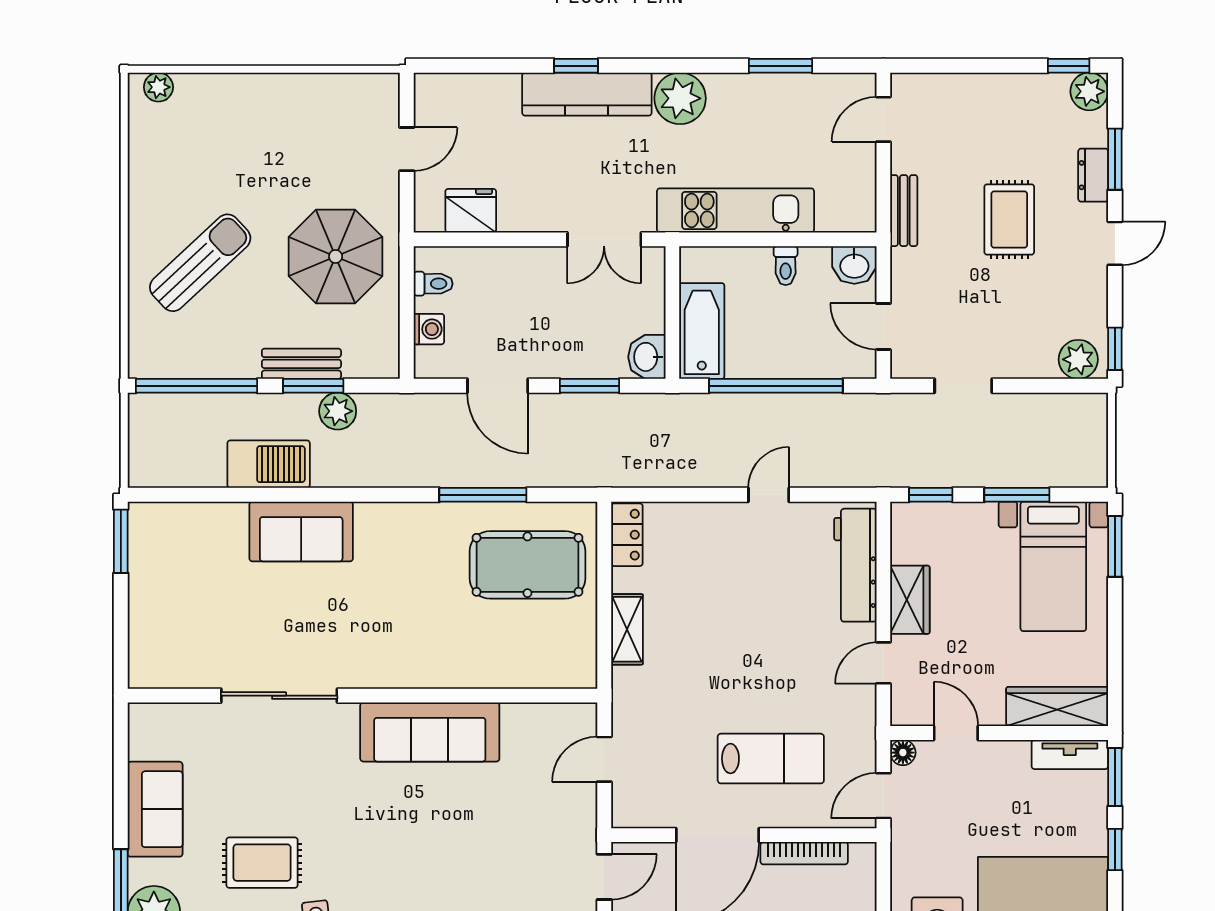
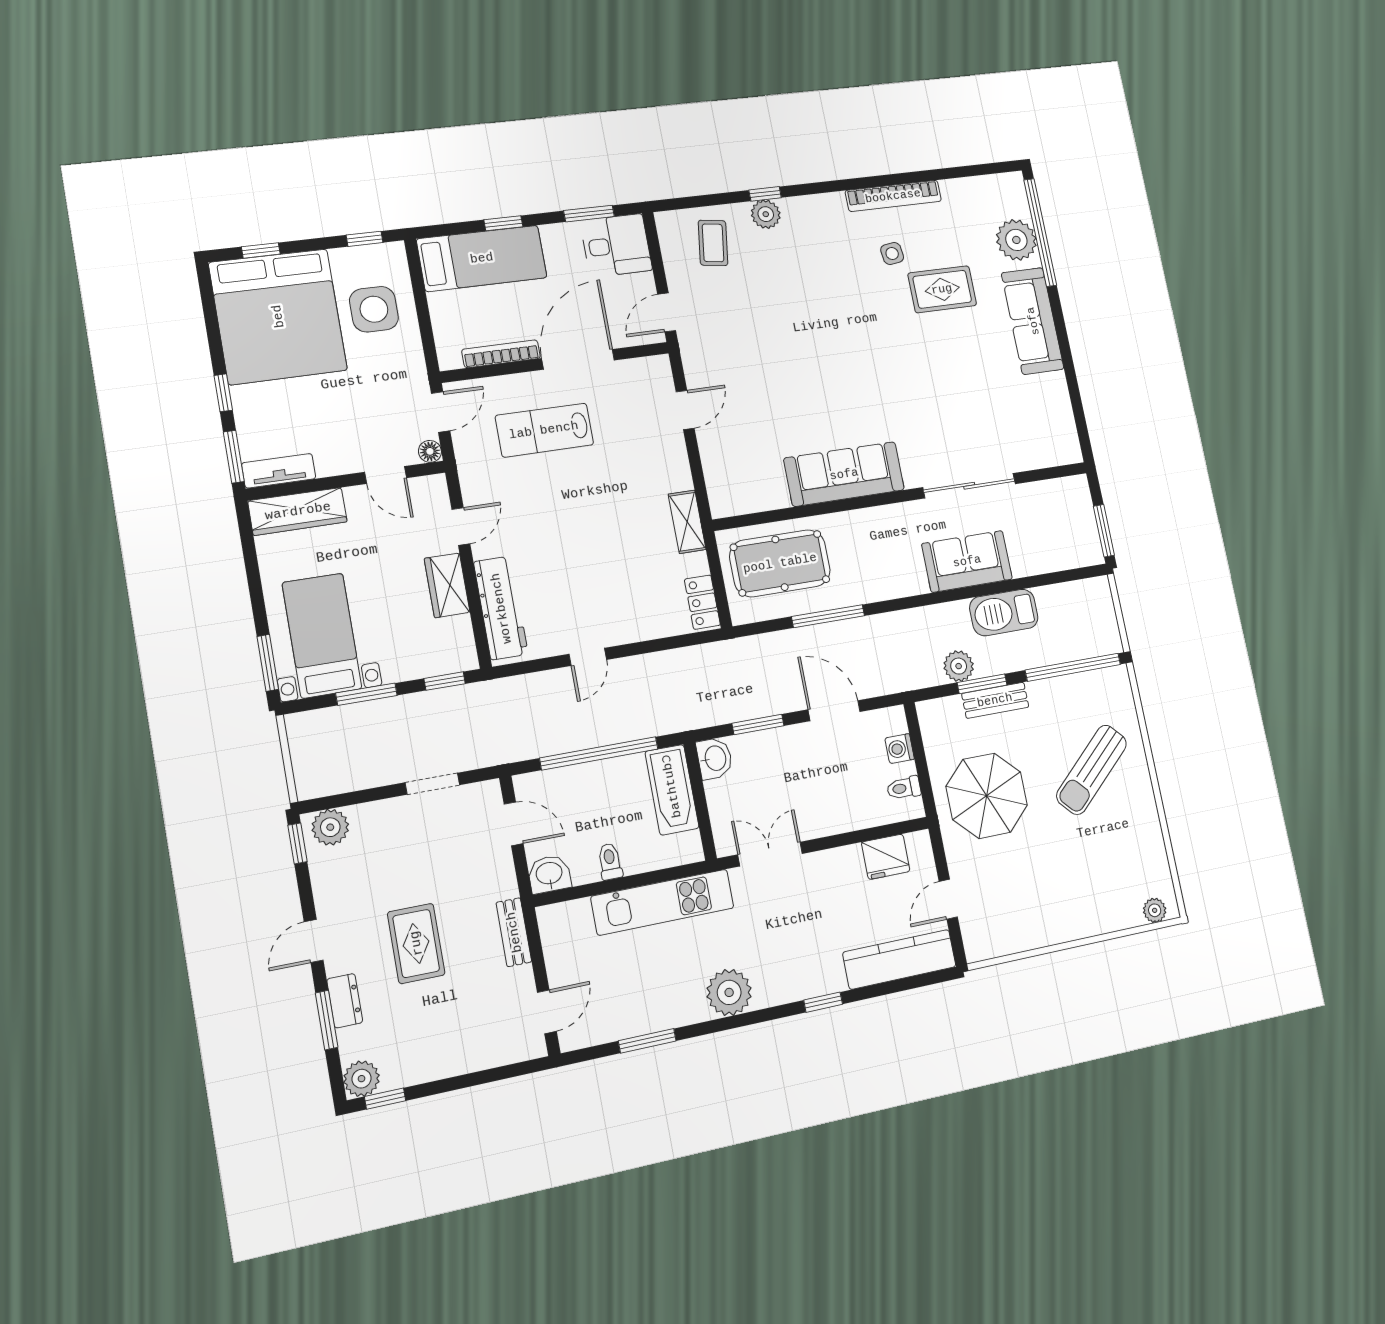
kitchen counter: (587, 94) -> (899, 959), moved
sliding door: (279, 696) -> (969, 486), moved
wall: (363, 696) -> (904, 496), moved
sofa: (430, 732) -> (844, 474), moved
sofa: (155, 809) -> (1033, 321), width x1.36

